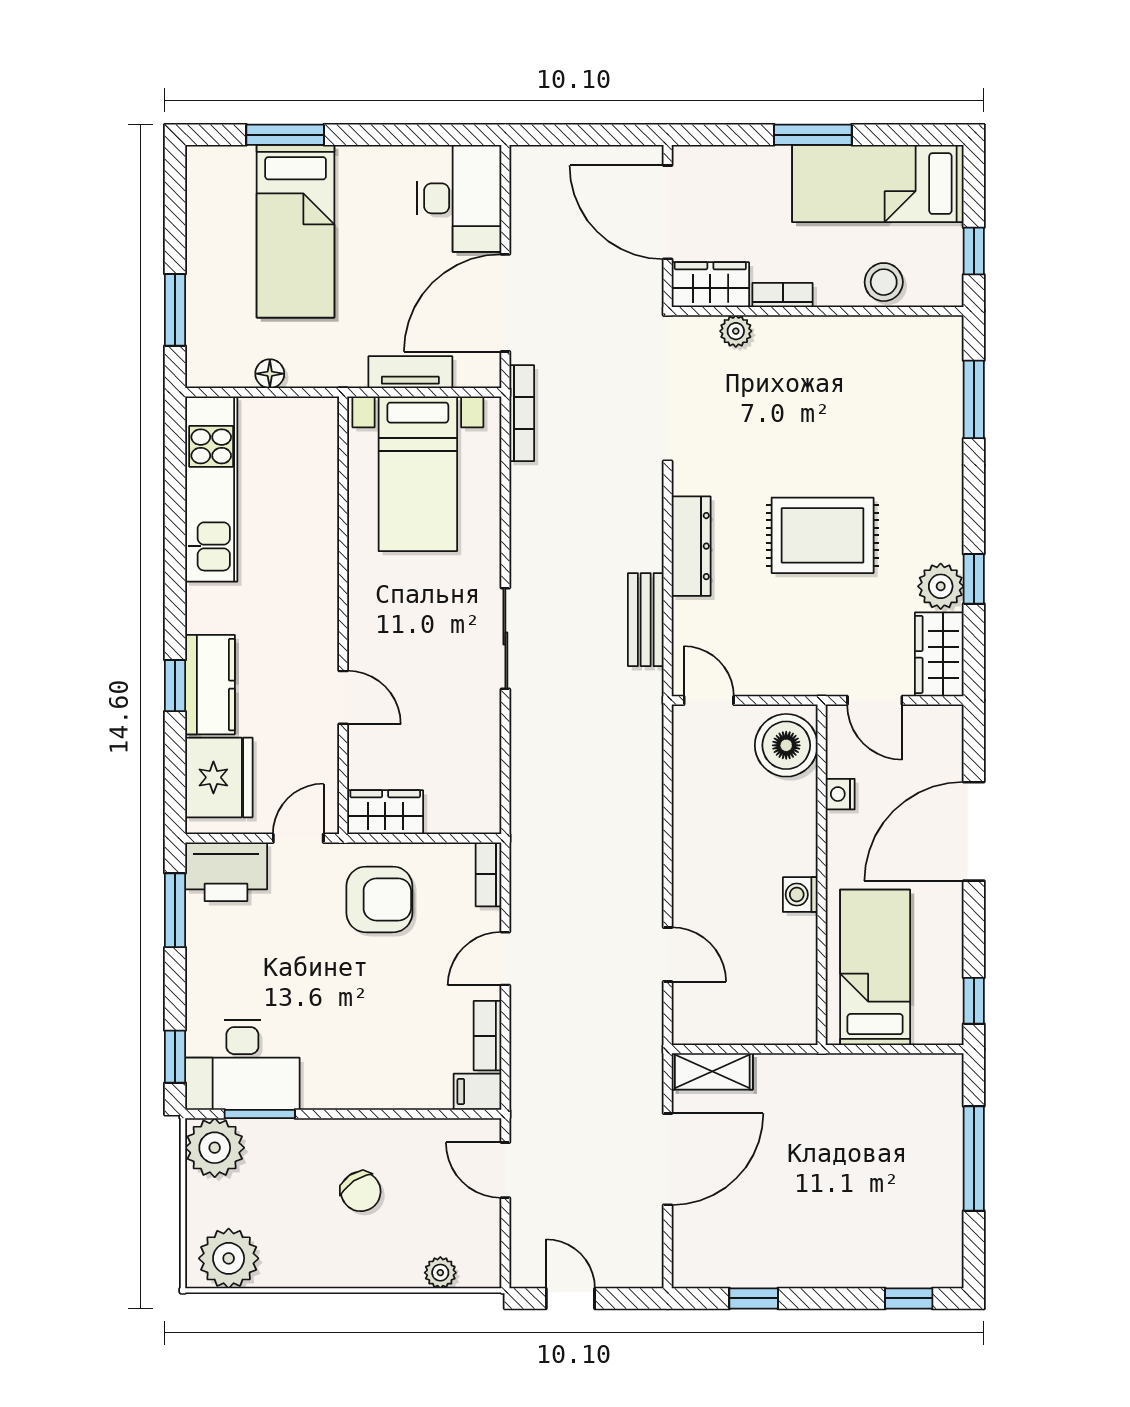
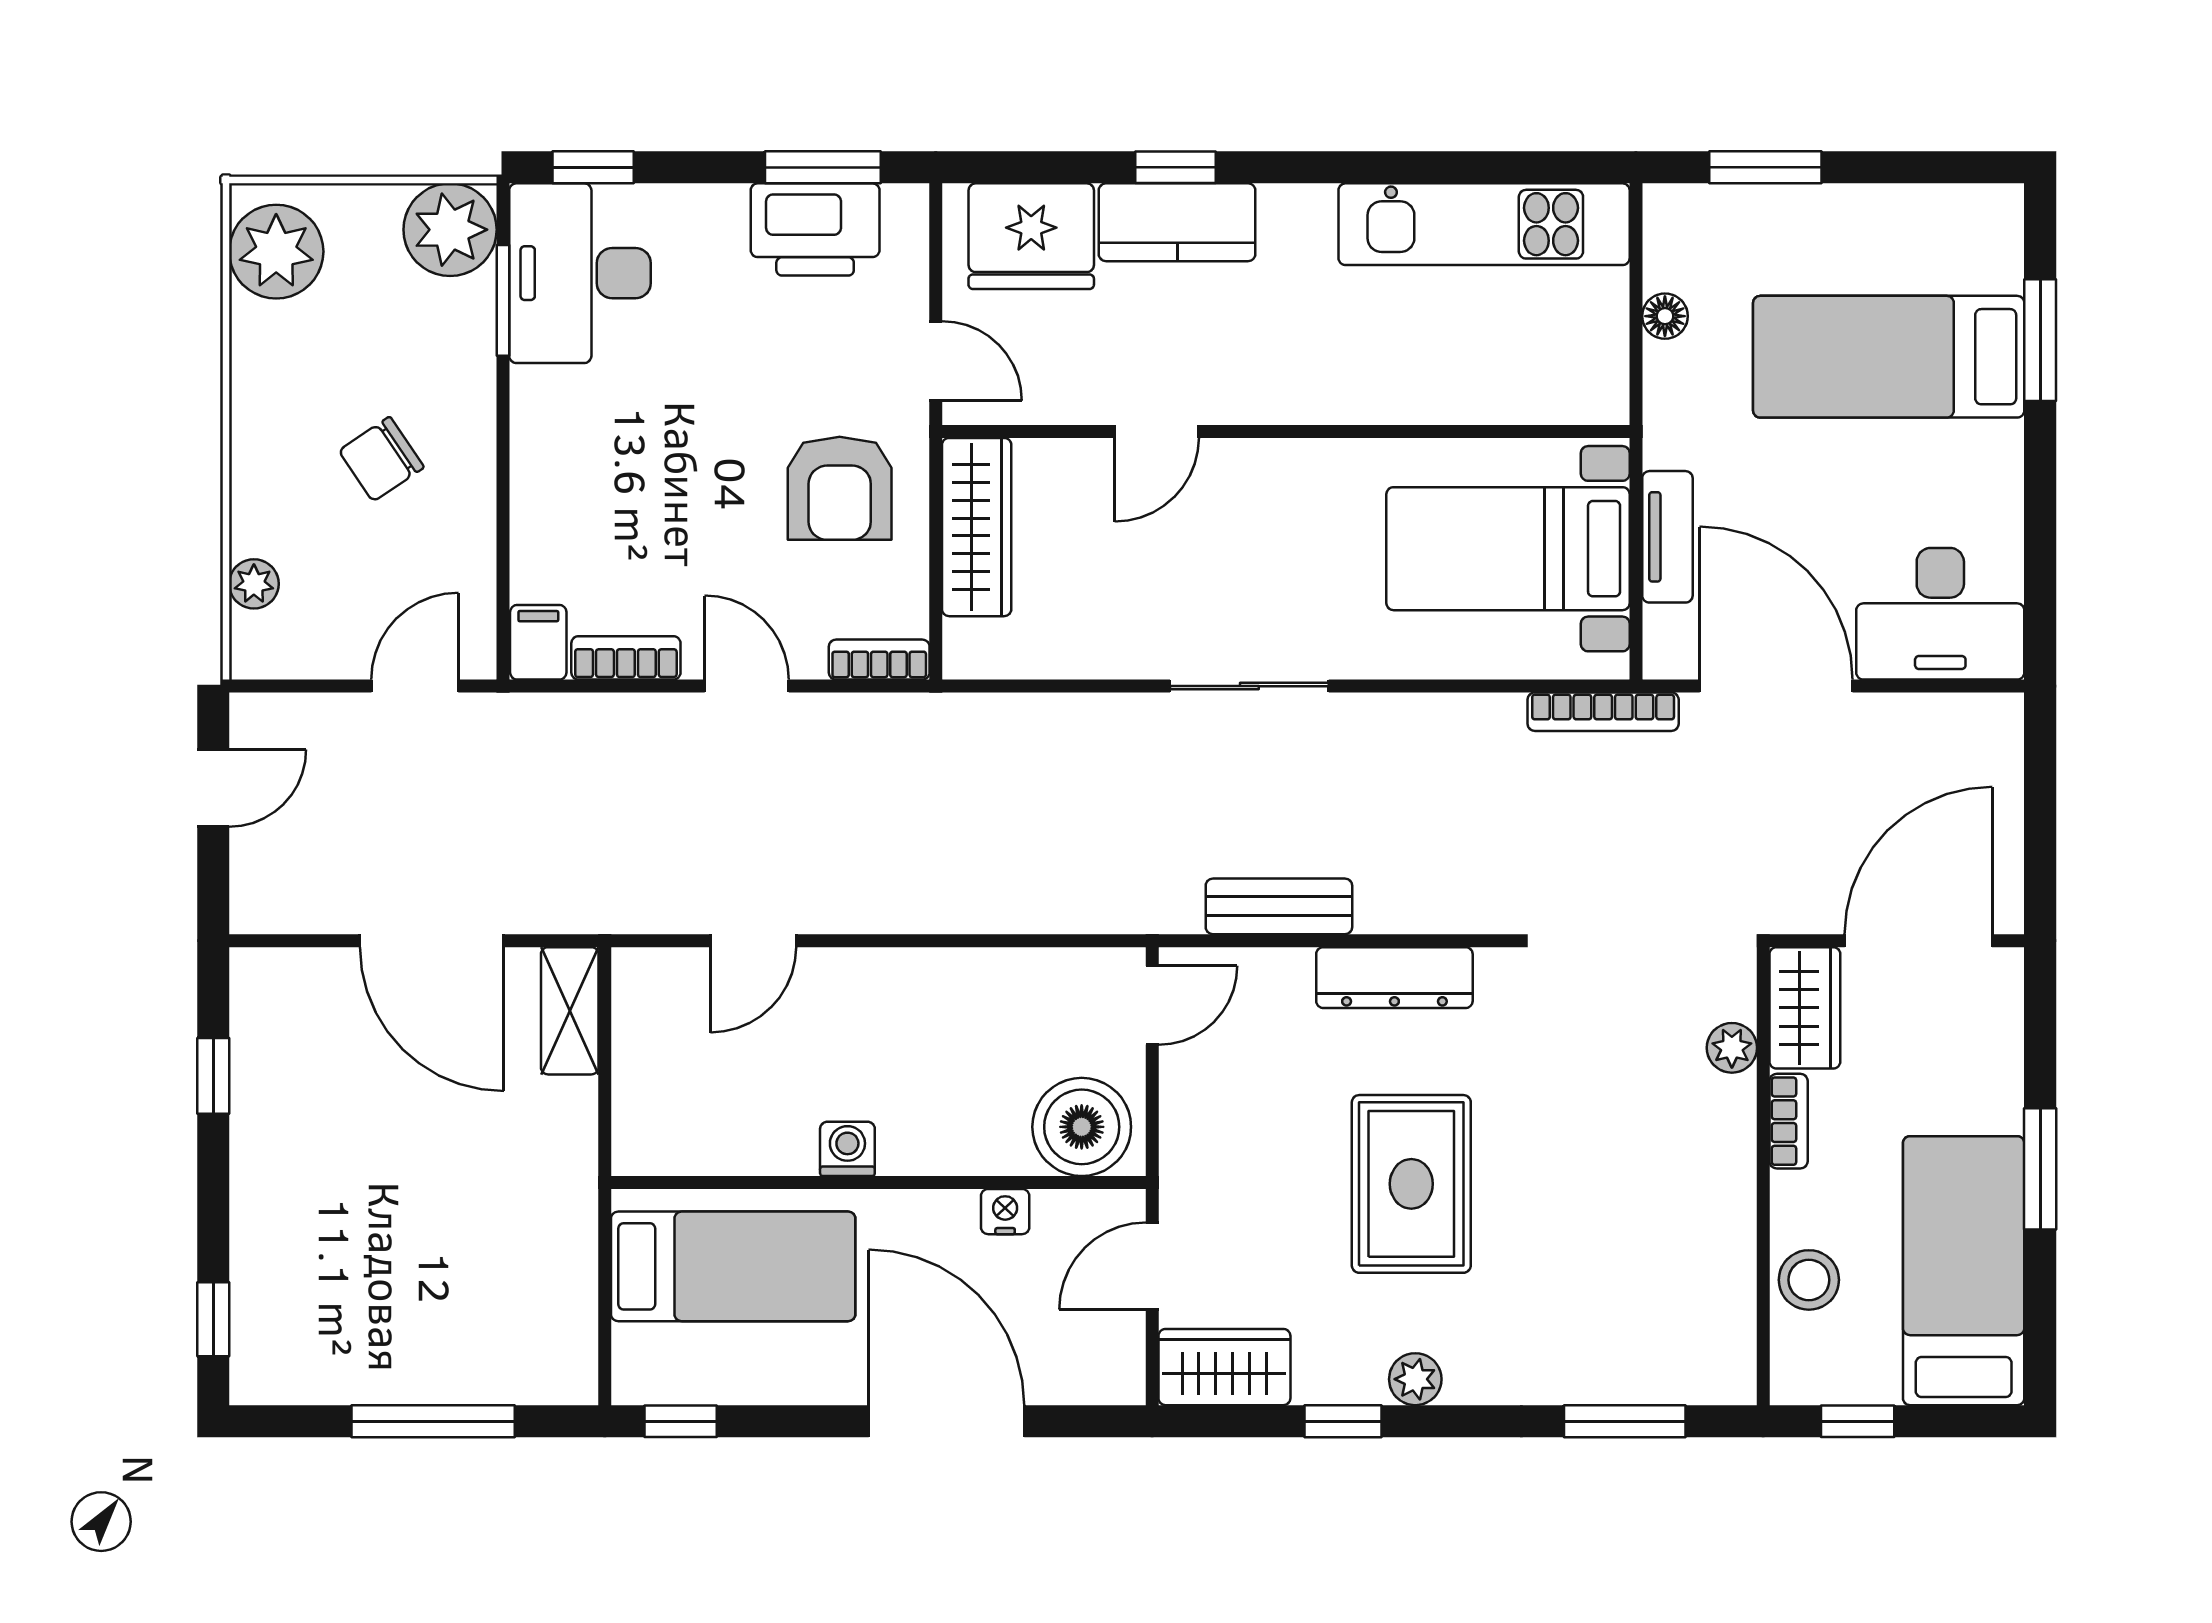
plant: (941, 586) -> (1415, 1379), moved, width x0.73, depth x0.73
wardrobe: (385, 812) -> (977, 527), width x1.50
printer: (226, 872) -> (815, 229), moved, turned -90

